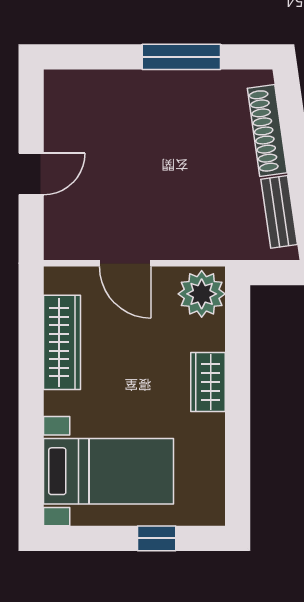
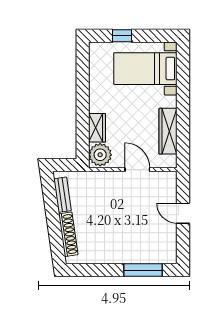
window: (181, 57) -> (143, 270), moved
door: (31, 174) -> (183, 213), hinge flipped
wardrobe: (208, 382) -> (97, 128), moved

